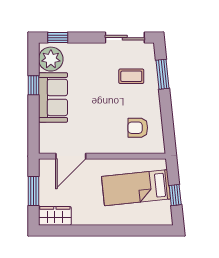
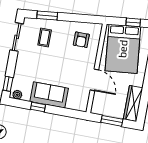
plant: (51, 59) -> (17, 95), width x0.53, depth x0.53
door: (71, 156) -> (94, 80), moved
bed: (136, 188) -> (123, 49), width x1.50
wardrobe: (55, 216) -> (133, 103), width x1.50

